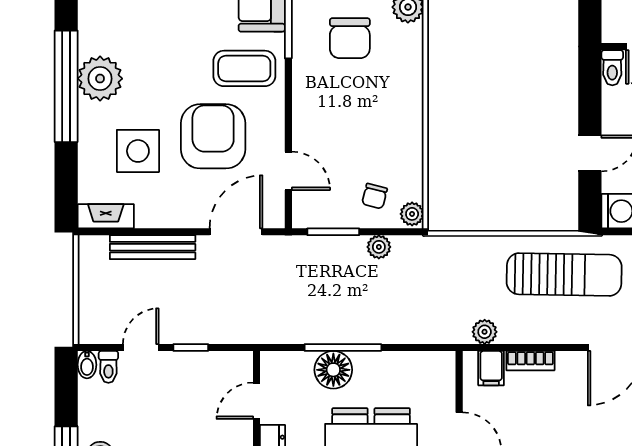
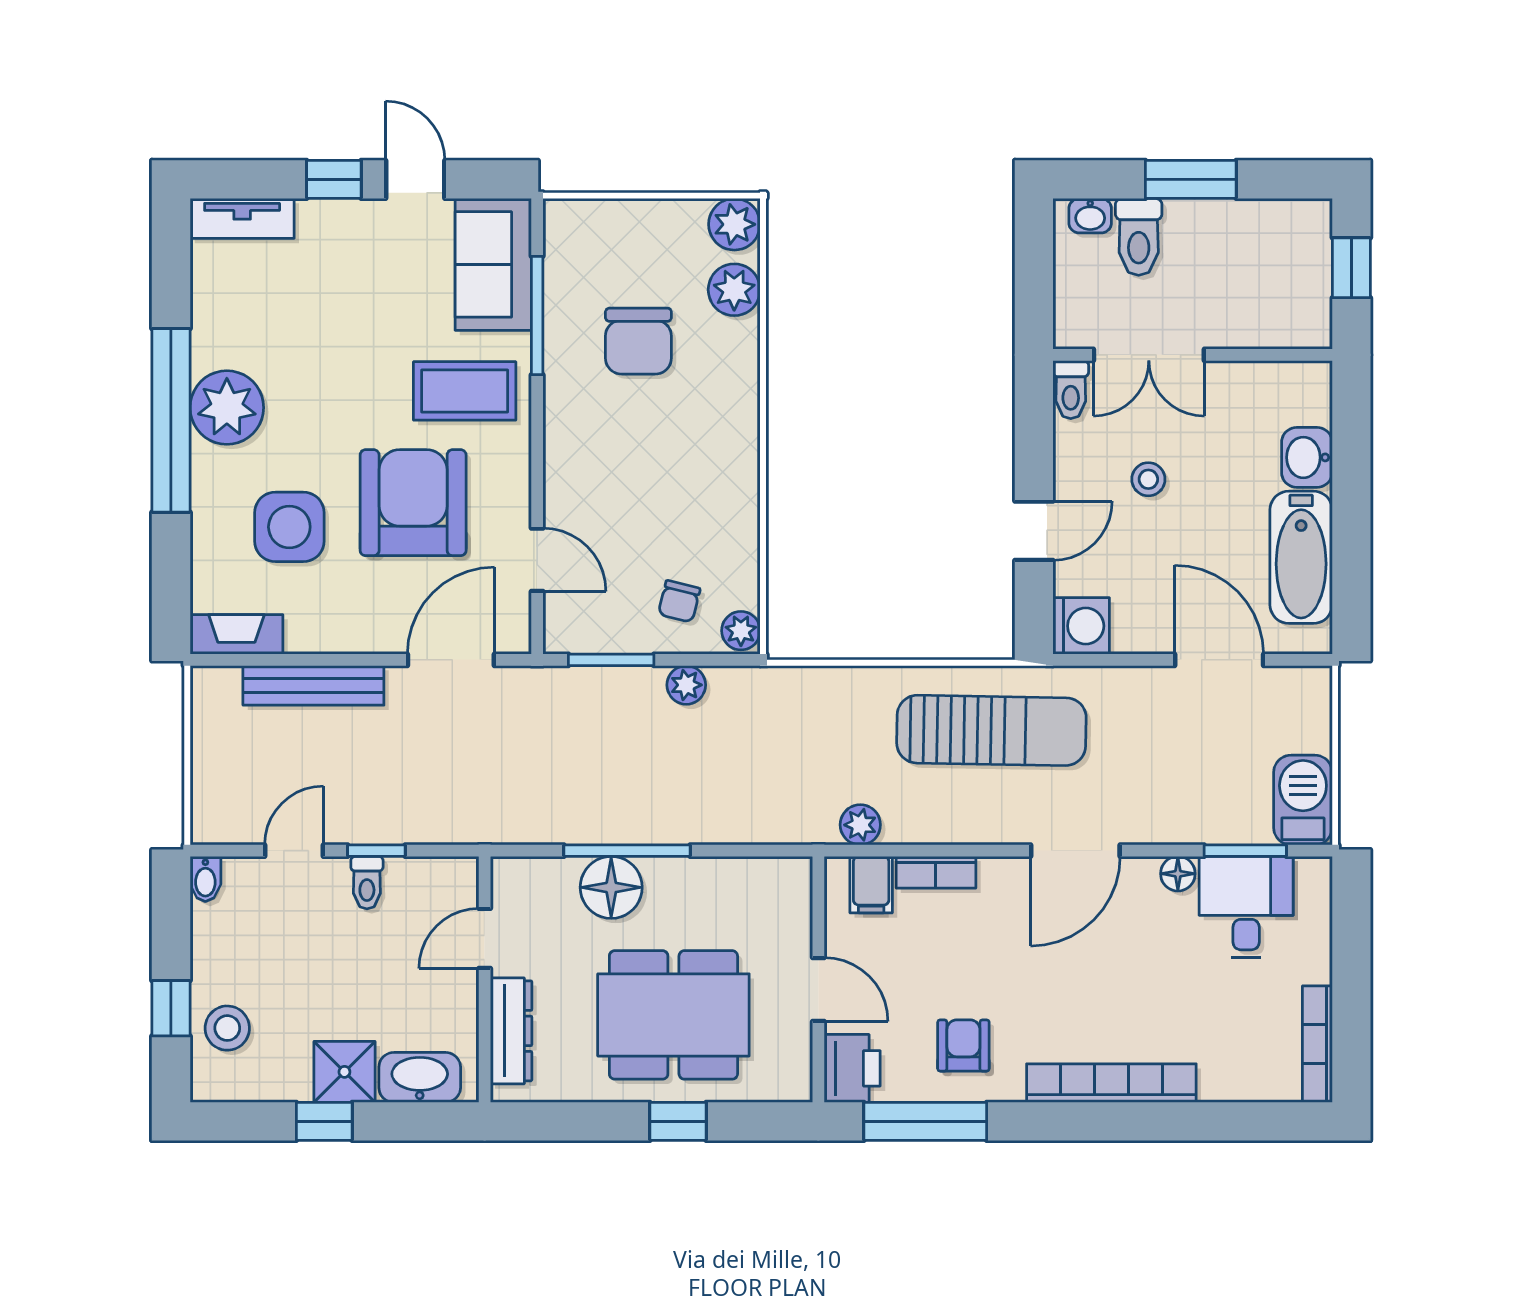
toilet: (108, 367) -> (367, 883), moved

